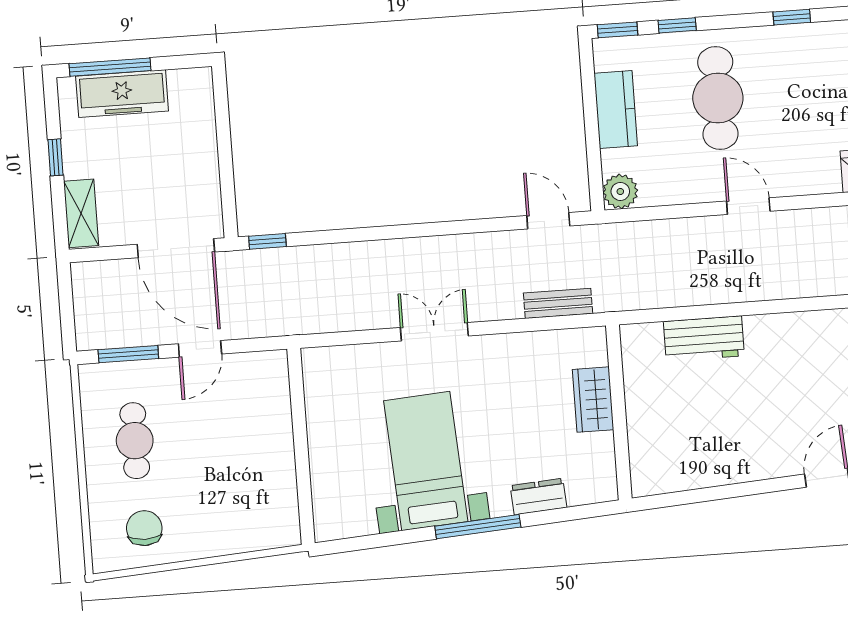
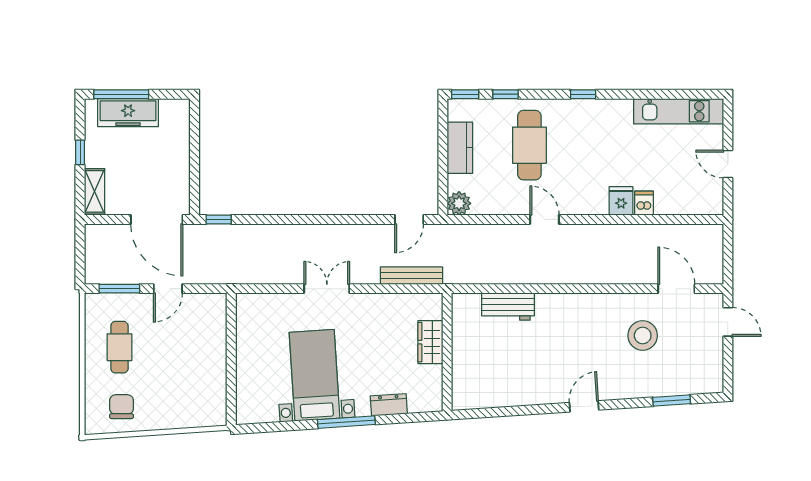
door: (548, 221) -> (409, 219), swing flipped
bench: (558, 303) -> (411, 276), width x1.36

